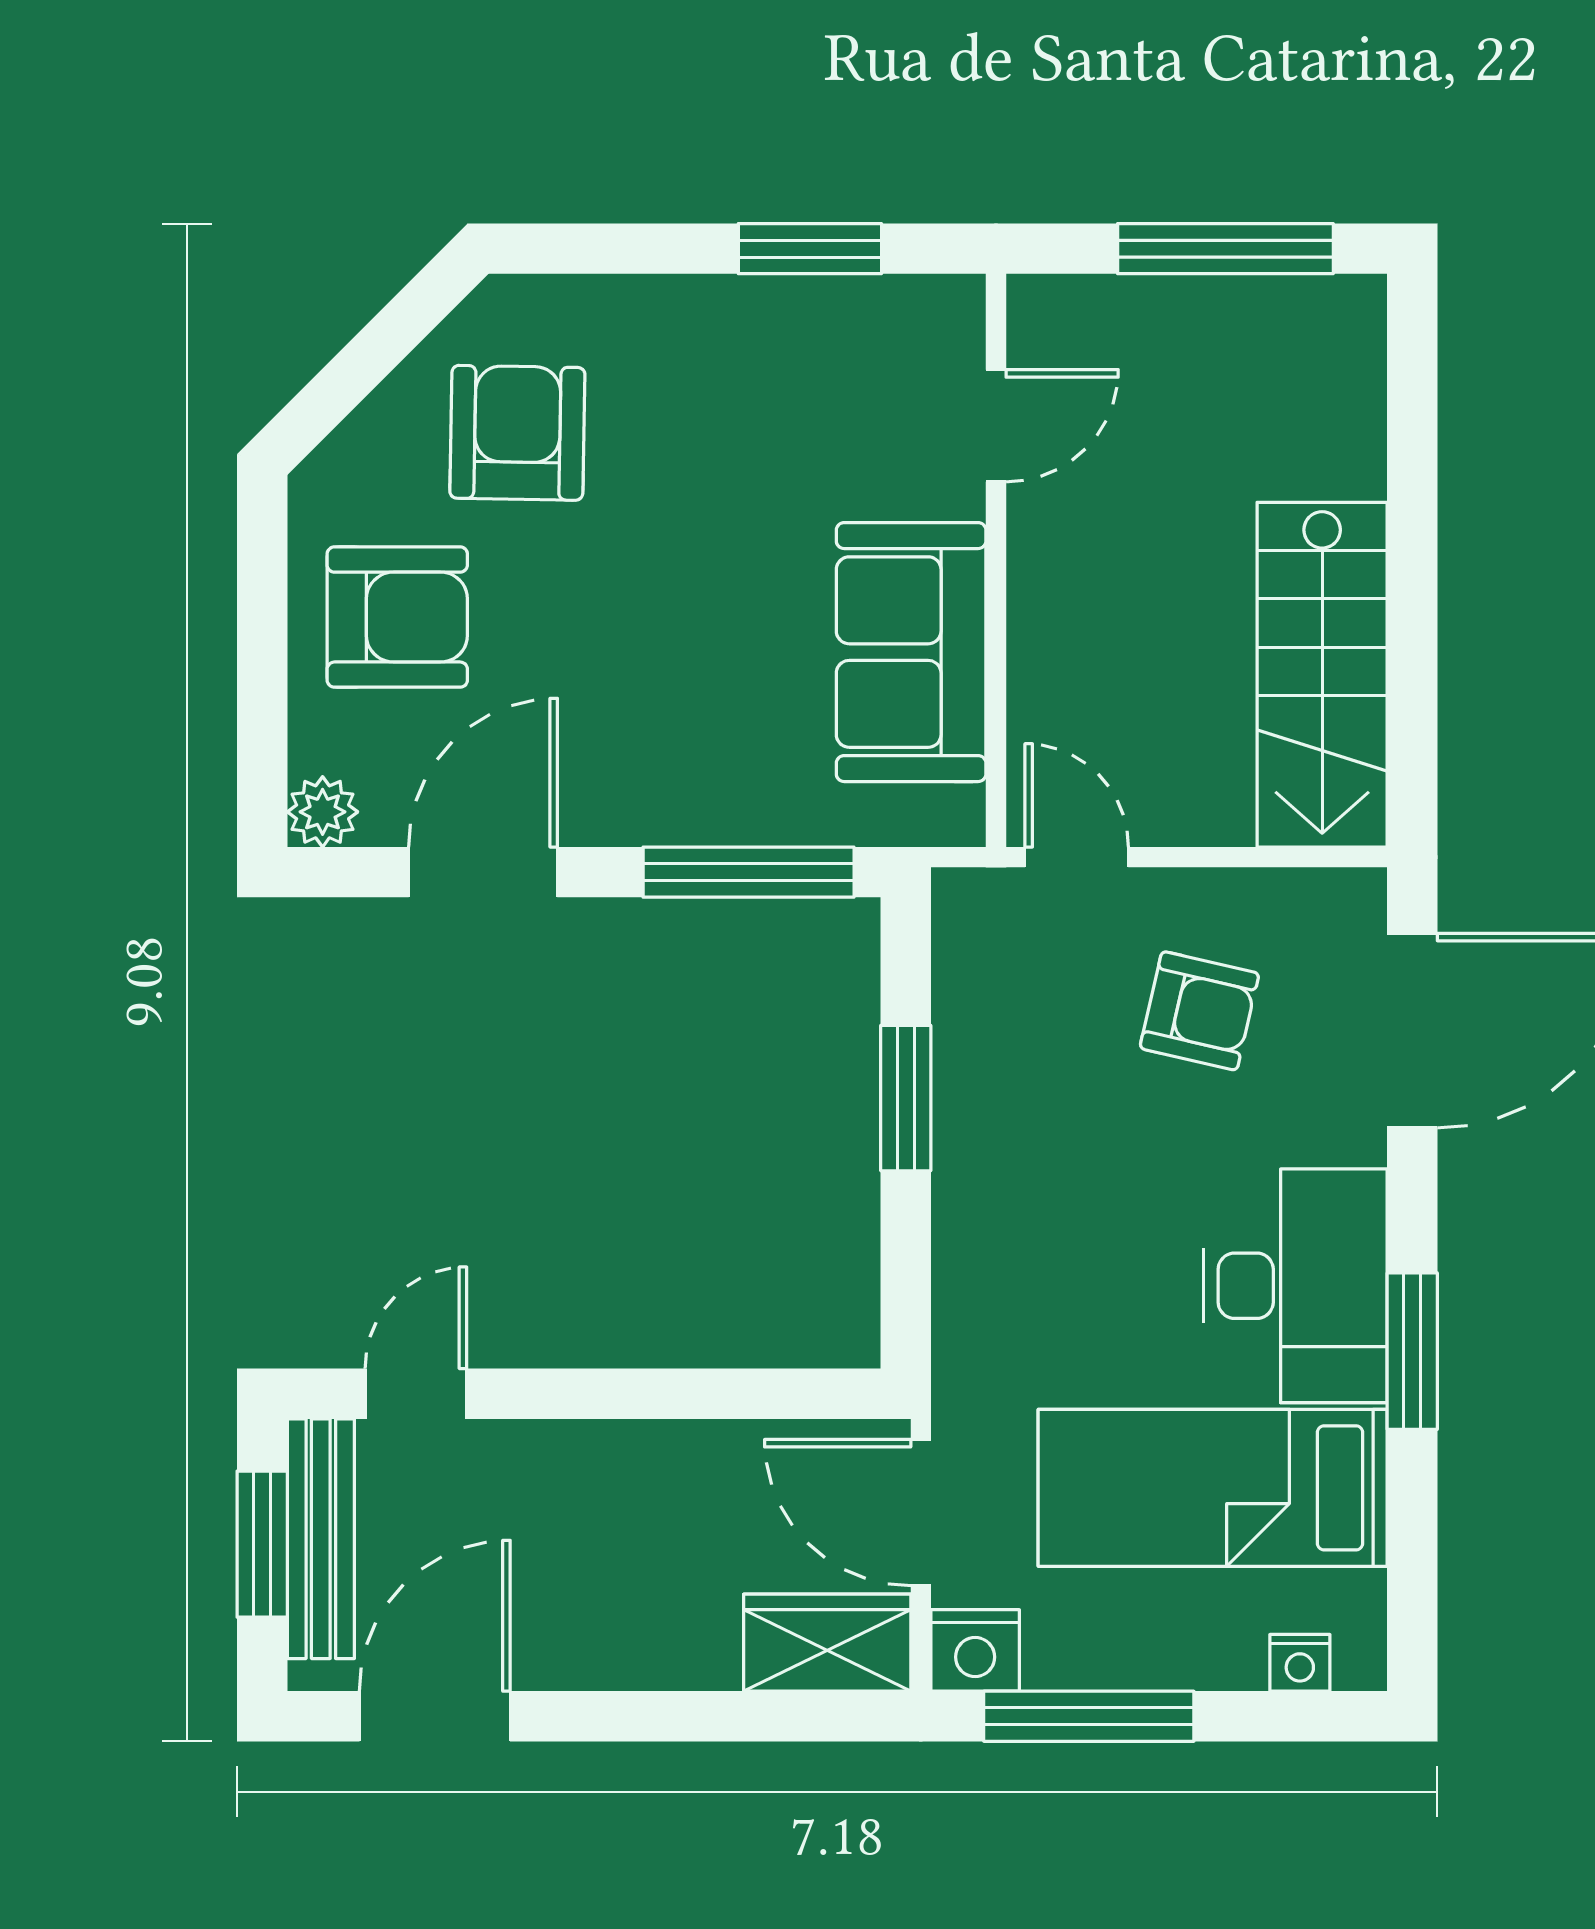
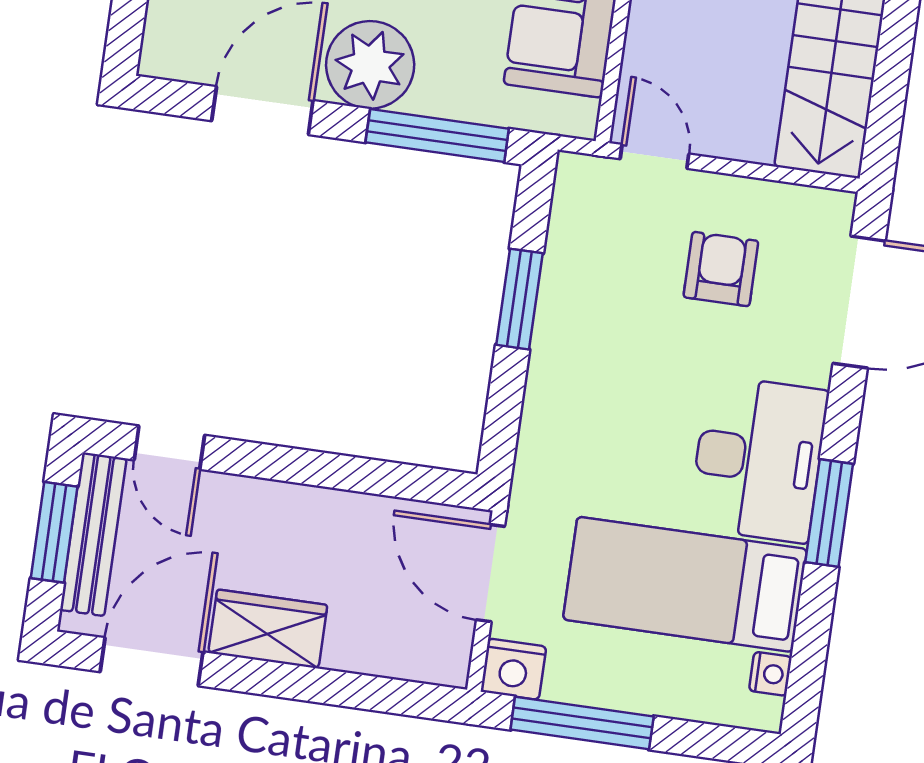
plant: (323, 812) -> (370, 65), moved, width x1.88, depth x1.88
armchair: (1199, 1011) -> (721, 269), turned -103
door: (416, 1394) -> (169, 448), swing flipped
wardrobe: (827, 1643) -> (268, 629), moved
nightstand: (1300, 1663) -> (770, 674), moved, turned -90

